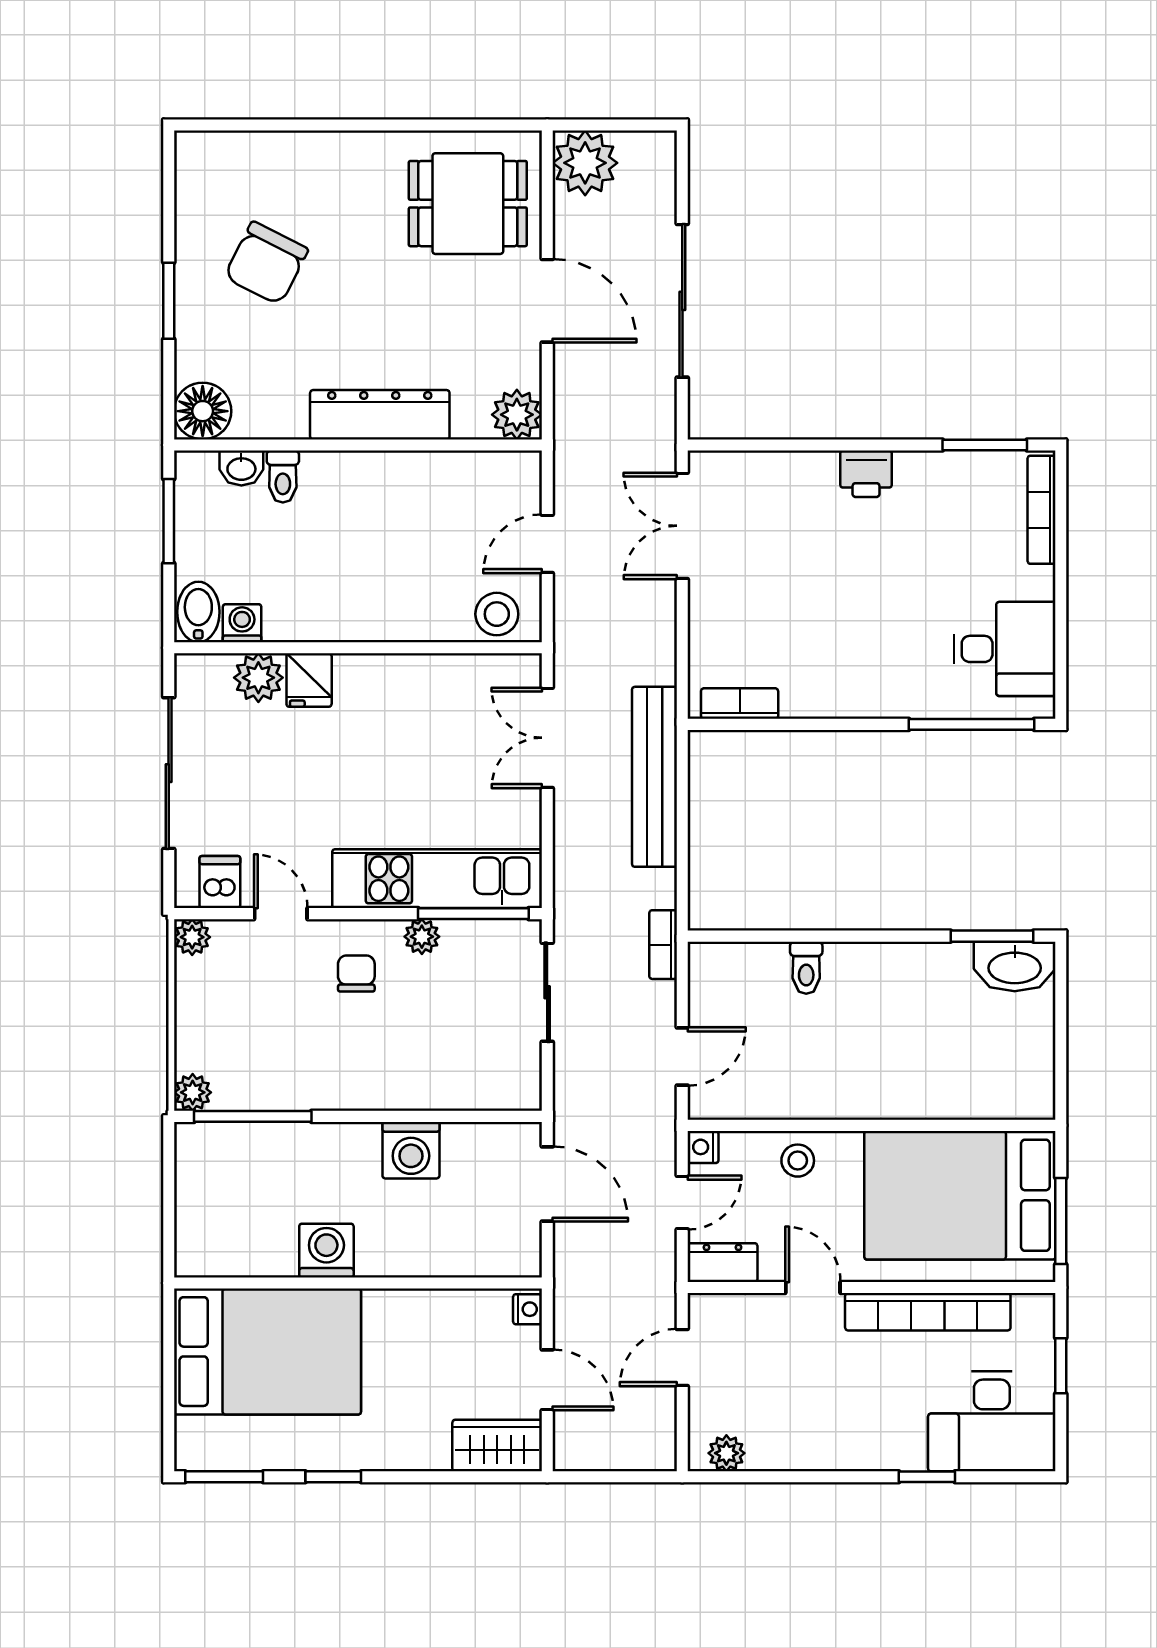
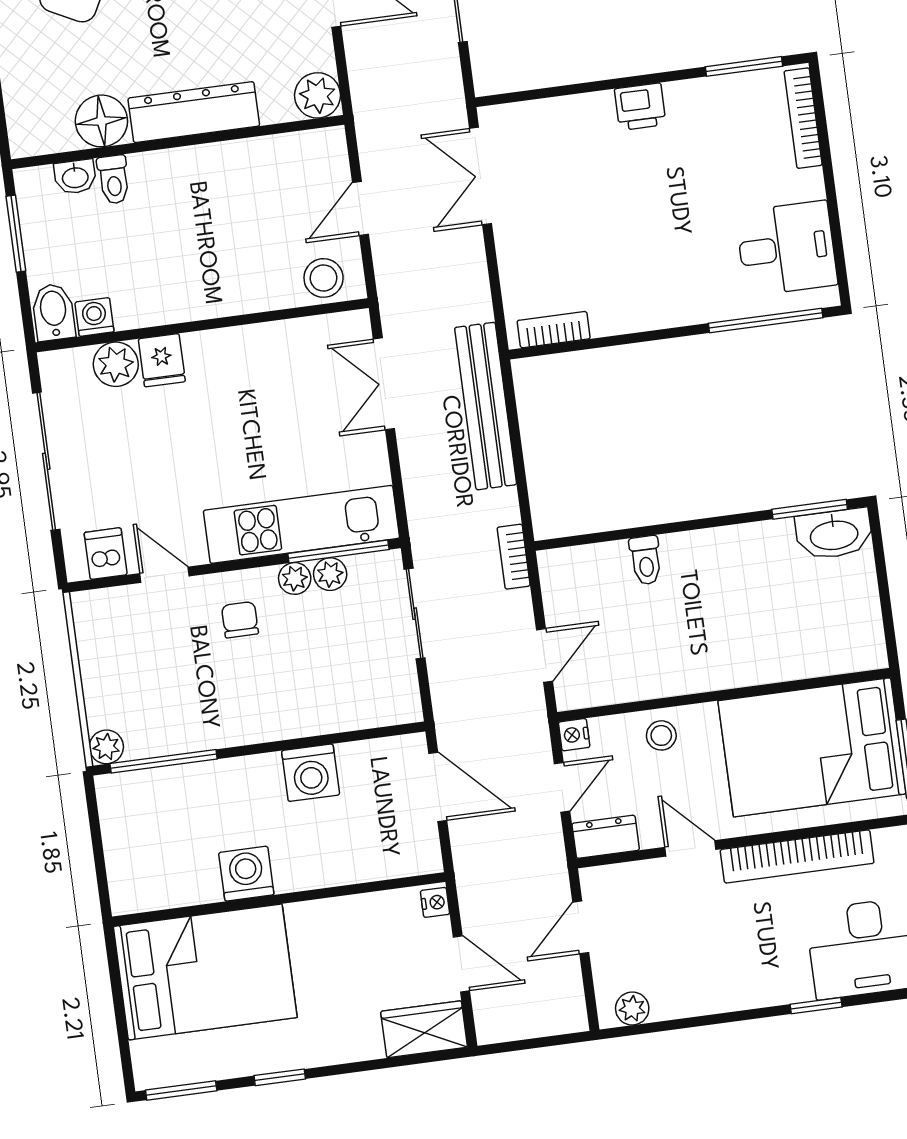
floor lamp: (203, 411) -> (101, 121), moved
plant: (192, 937) -> (330, 574), moved

